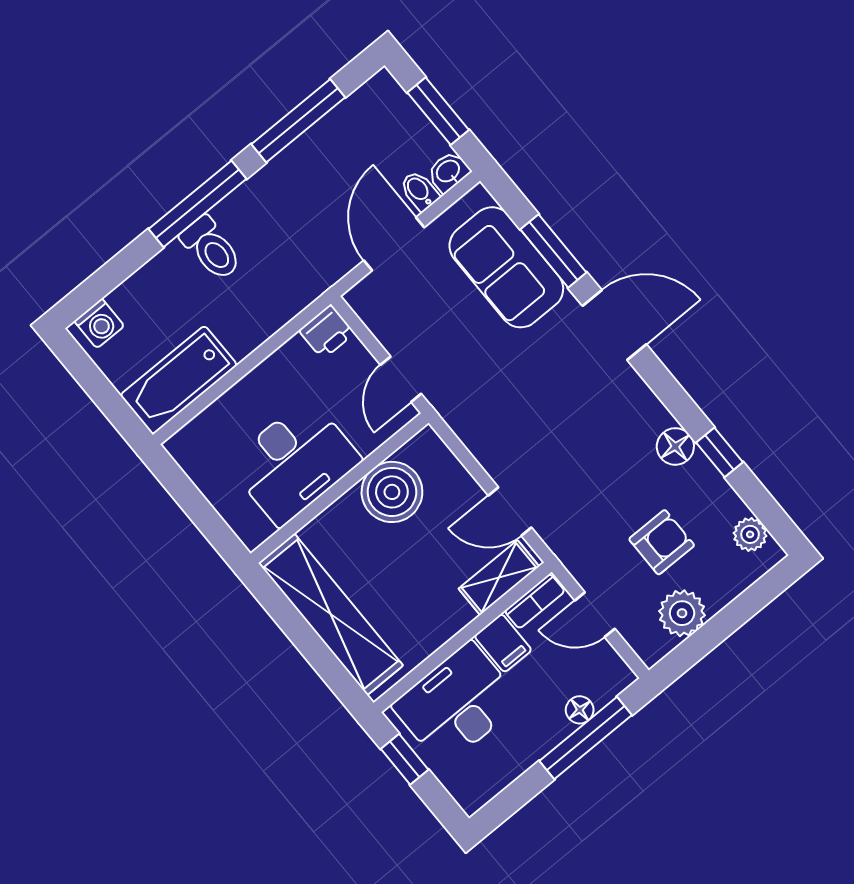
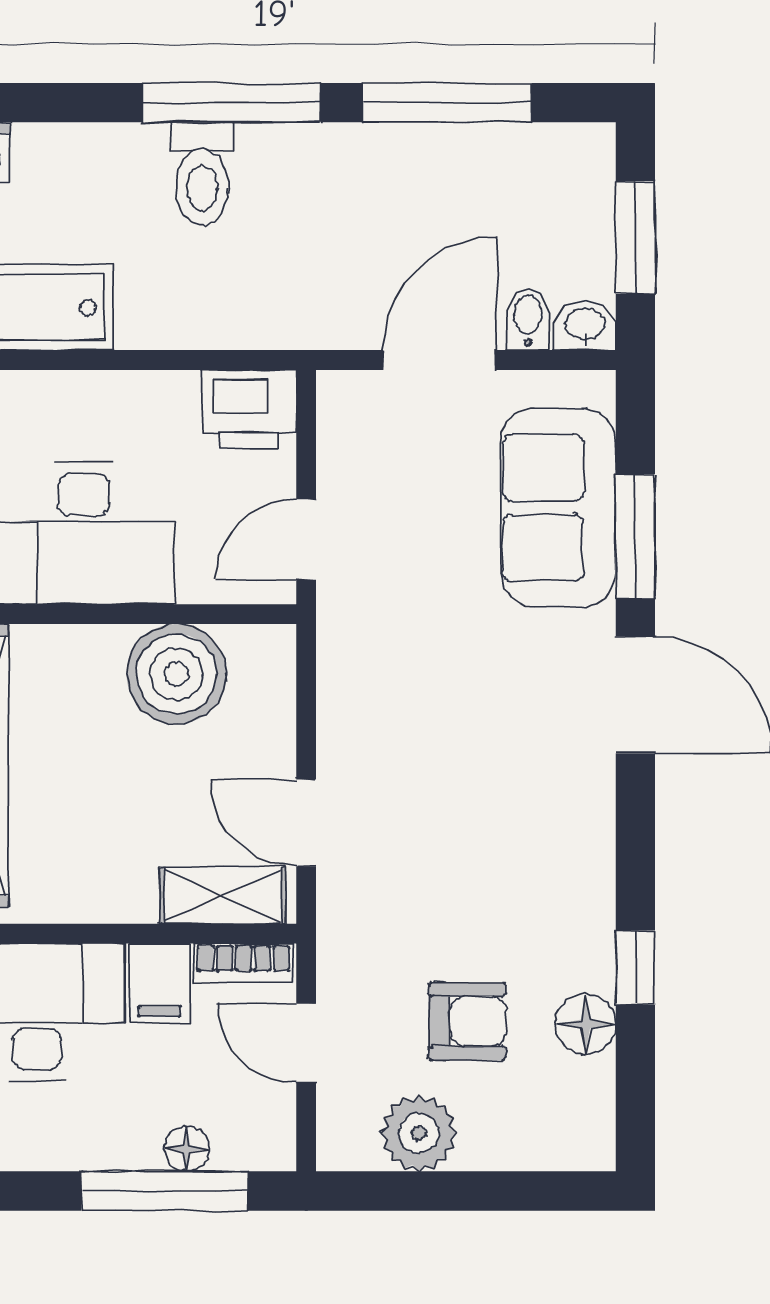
printer: (327, 332) -> (249, 409), width x1.36, depth x1.24
floor lamp: (675, 446) -> (585, 1024), moved
plant: (750, 534) -> (588, 1104), removed

